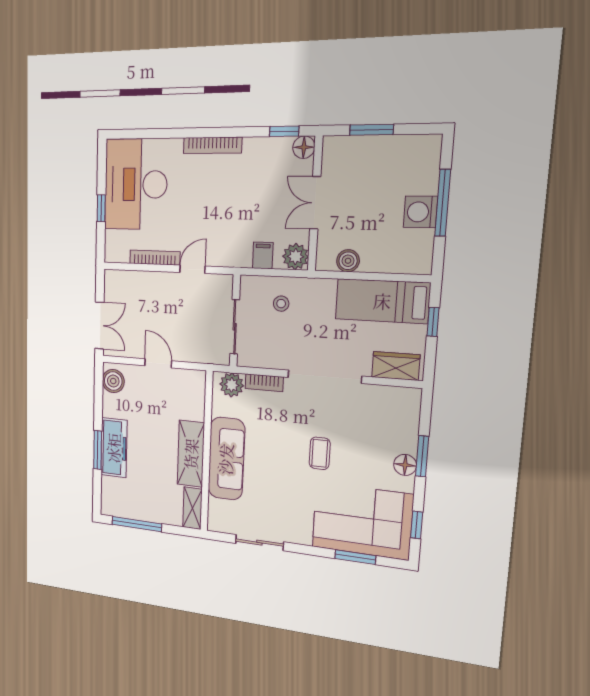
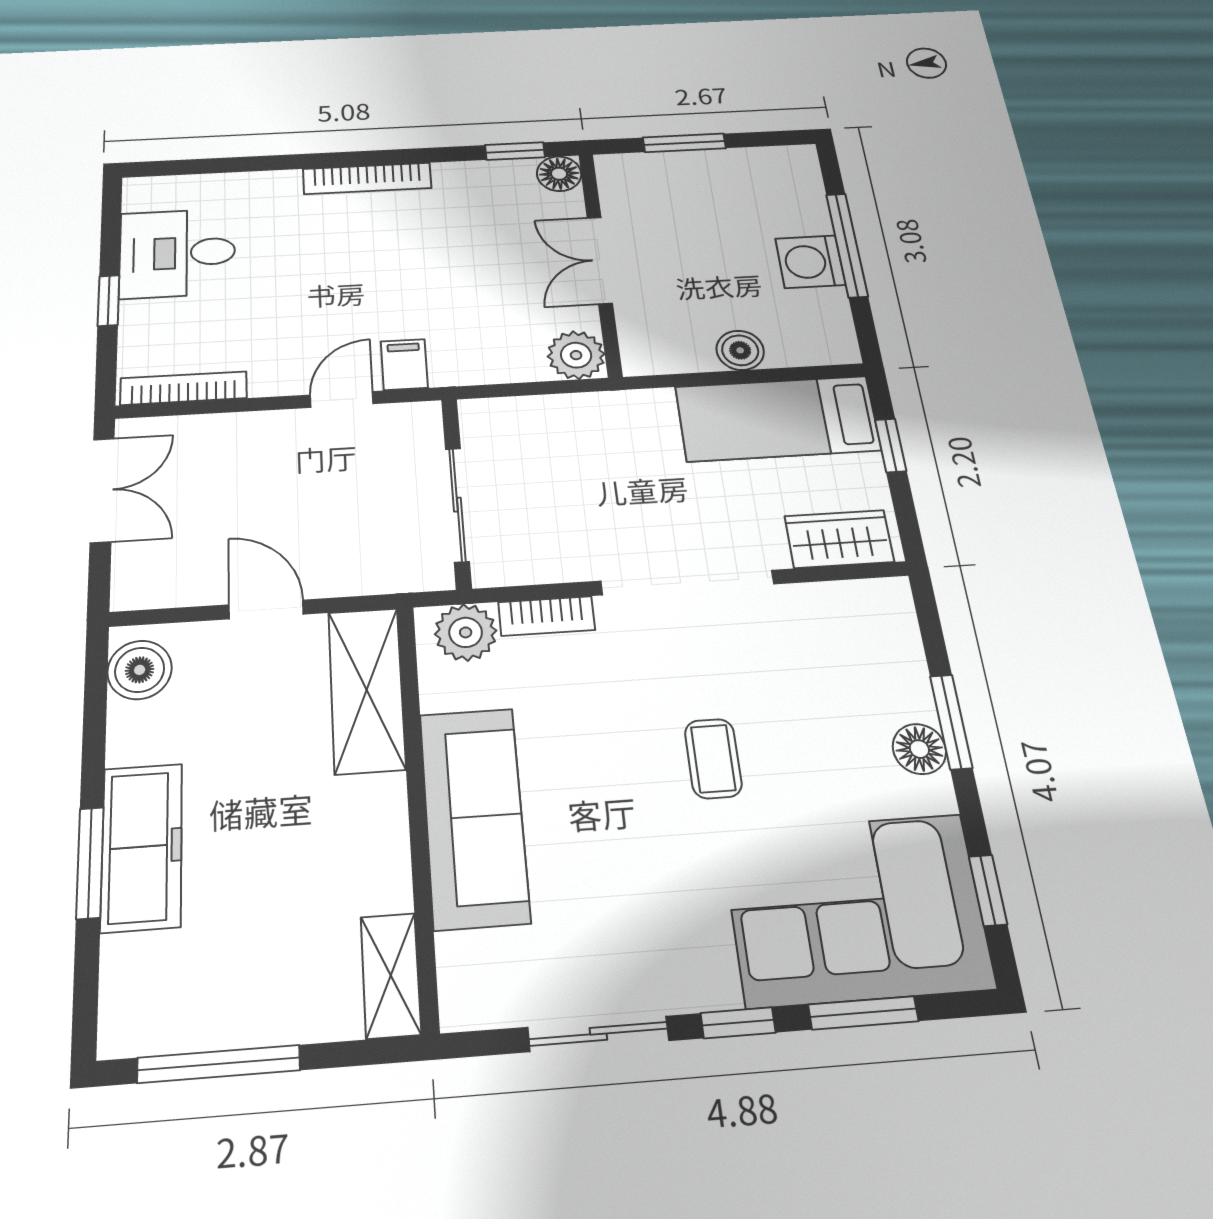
desk: (136, 184) -> (177, 253), width x0.53, depth x0.77
filing cabinet: (263, 255) -> (404, 365), moved
bookcase: (155, 258) -> (184, 388), moved
boiler: (348, 261) -> (740, 350), moved
stool: (281, 304) -> (560, 446), removed
double door: (99, 325) -> (102, 490), moved
shelving: (191, 454) -> (367, 690), moved
window: (309, 550) -> (738, 1023), added

